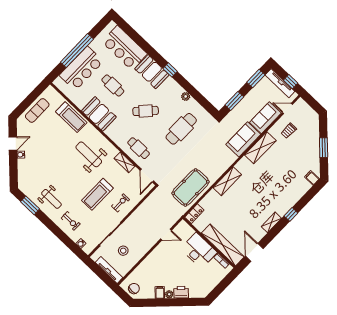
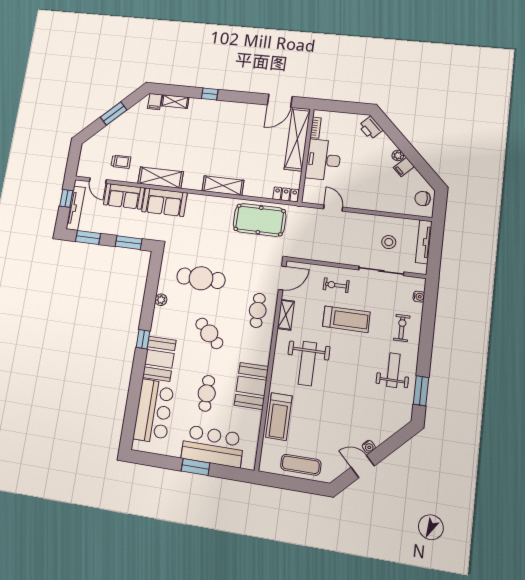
window: (77, 51) -> (195, 467), width x0.47
treadmill: (71, 117) -> (279, 417), turned 180
shelving: (271, 222) -> (175, 102), moved
printer: (181, 292) -> (371, 128), moved

